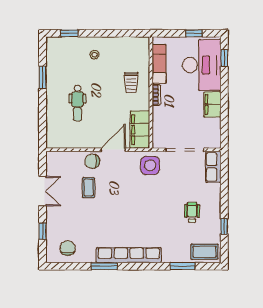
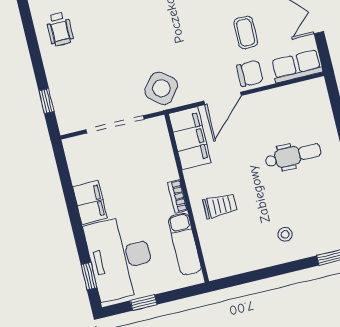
trolley: (131, 83) -> (220, 206), turned 90
dental chair: (78, 103) -> (293, 156), turned 90
side table: (150, 165) -> (161, 88), turned 38
row of seats: (213, 167) -> (297, 66), moved, turned -90
wheelchair: (192, 213) -> (60, 29), moved
window: (224, 226) -> (47, 101), moved

